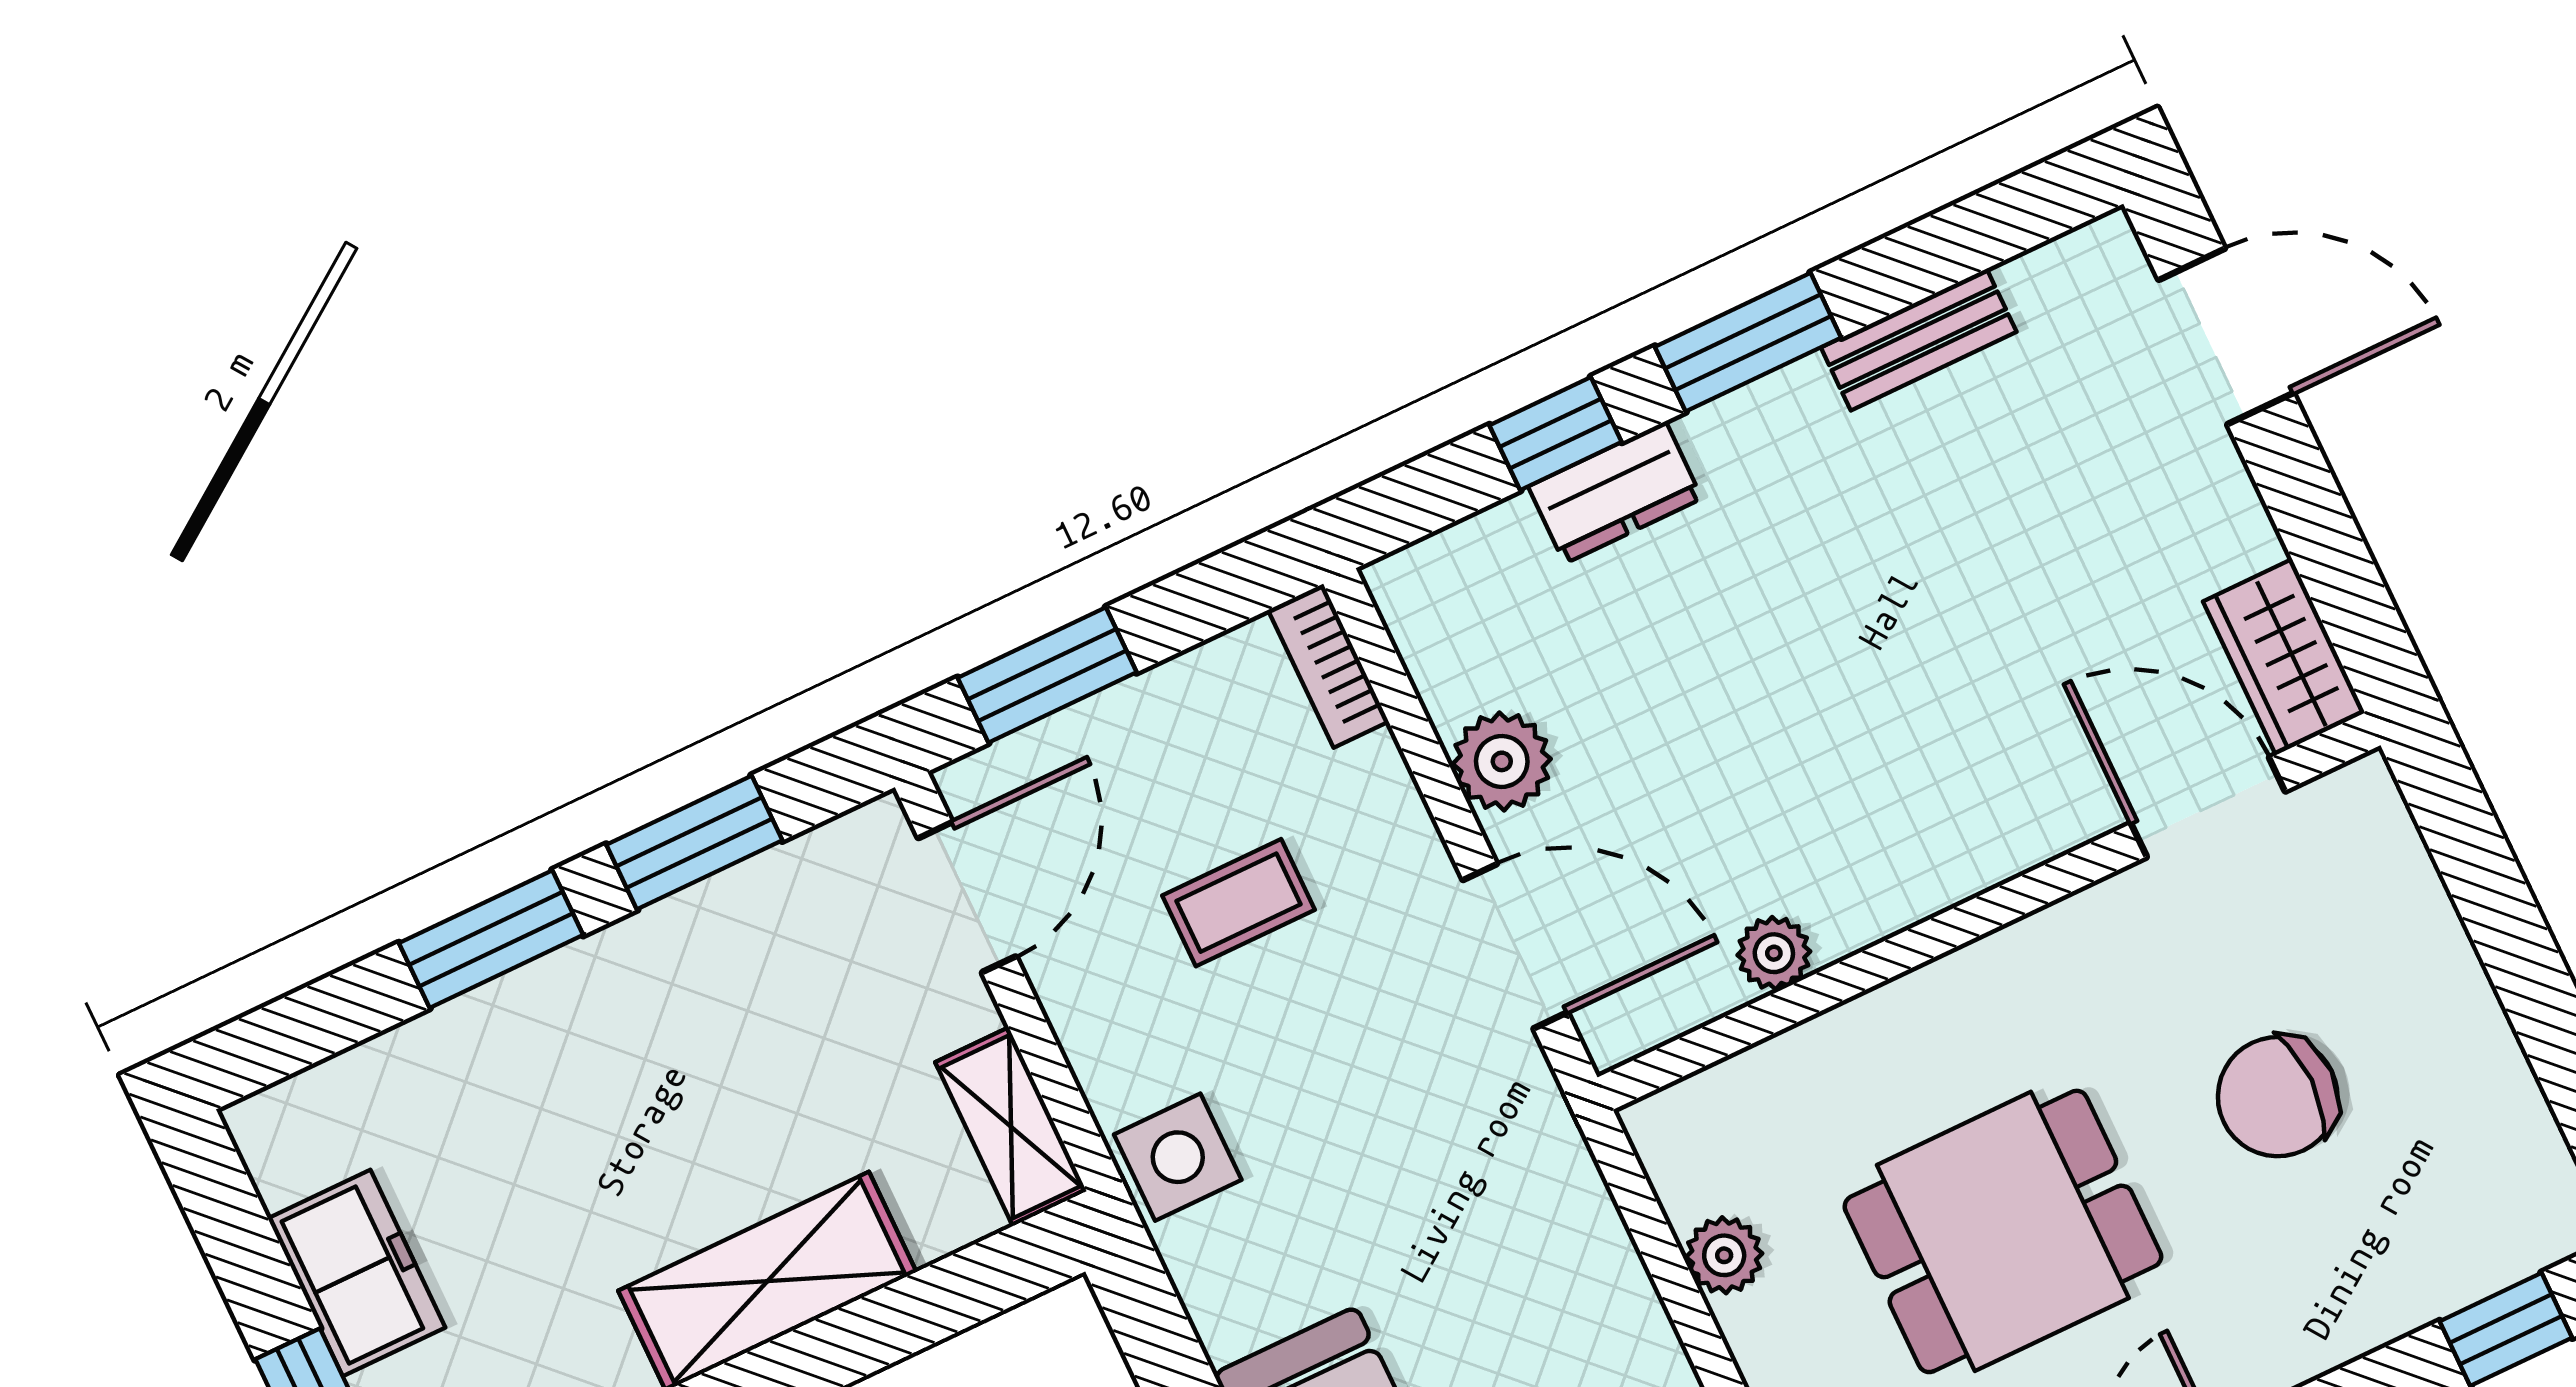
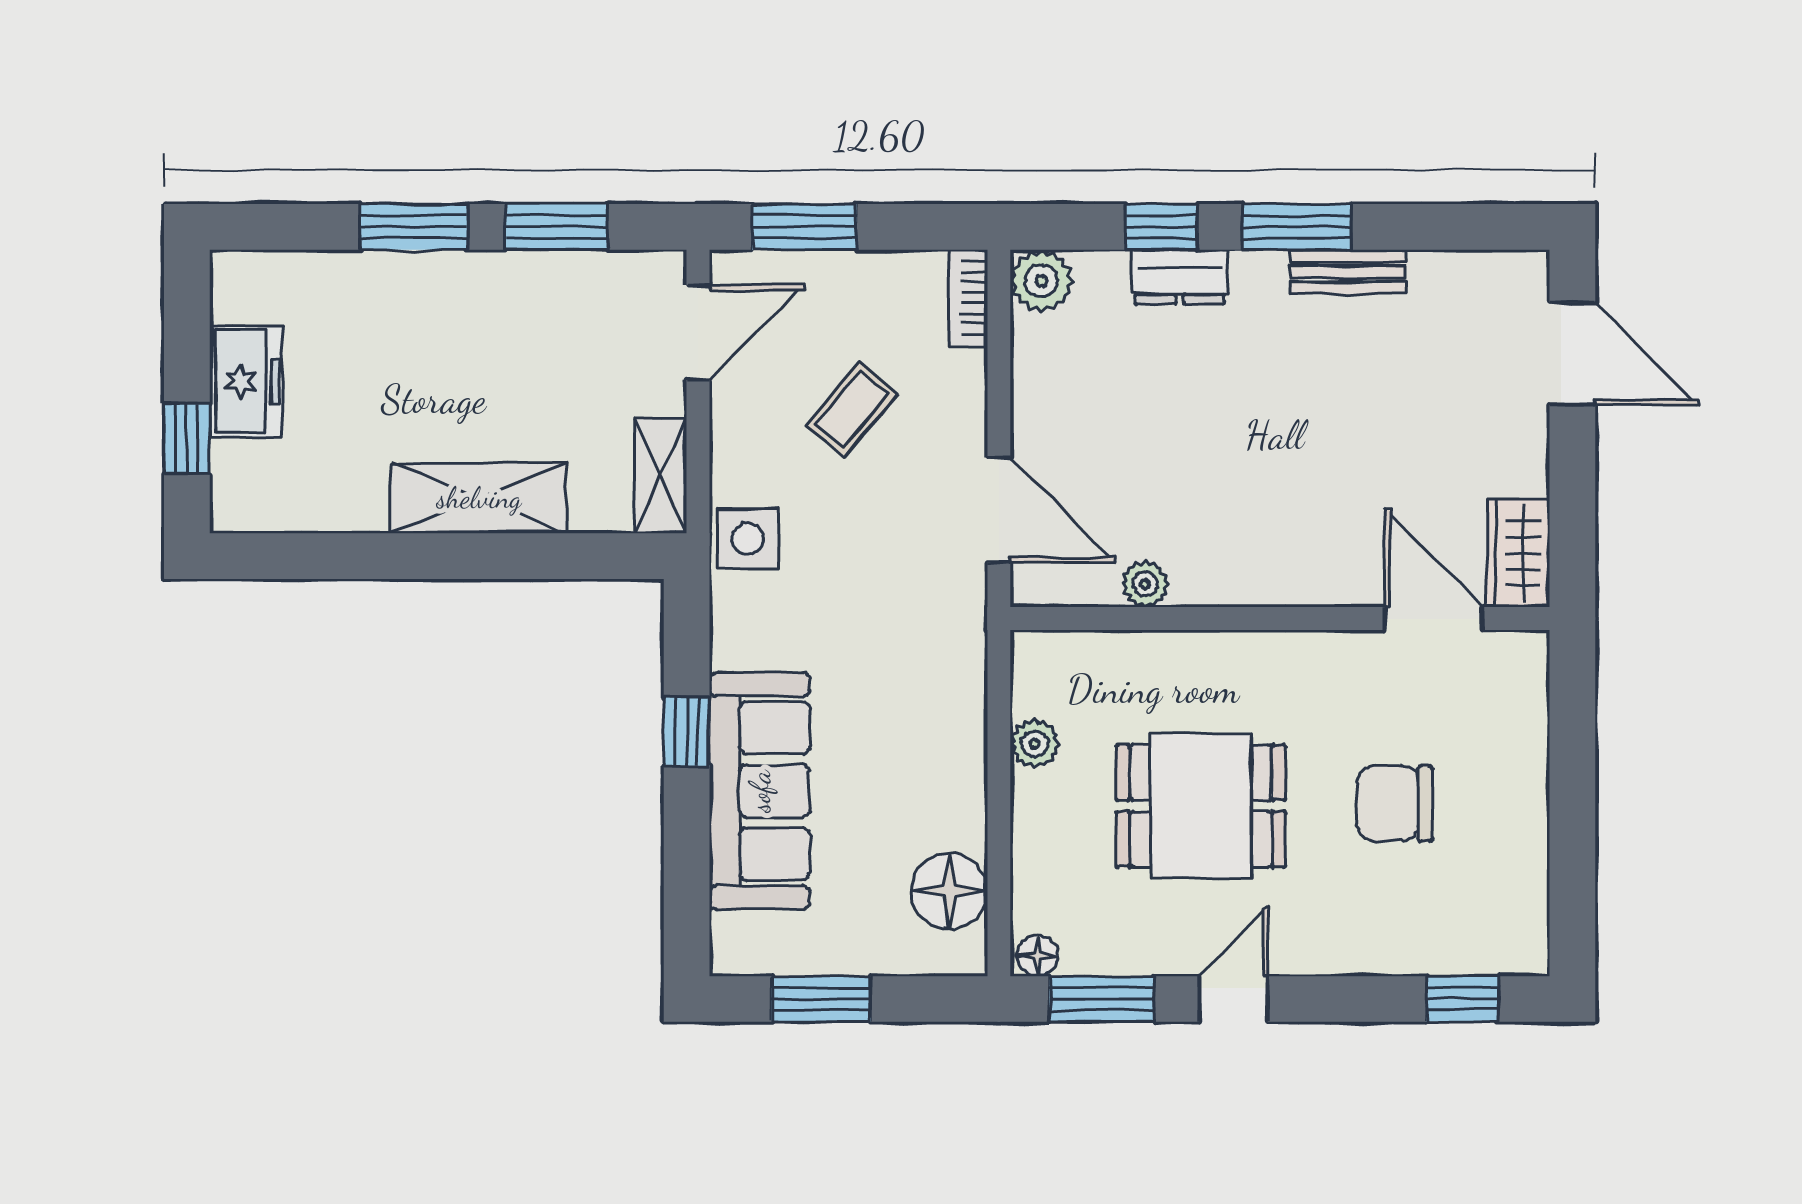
bench: (1919, 340) -> (1348, 272), moved
plant: (1502, 761) -> (1041, 281), moved
coffee table: (1239, 903) -> (852, 409), turned -50

